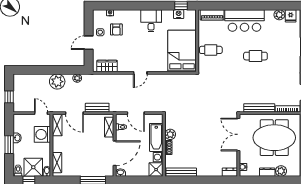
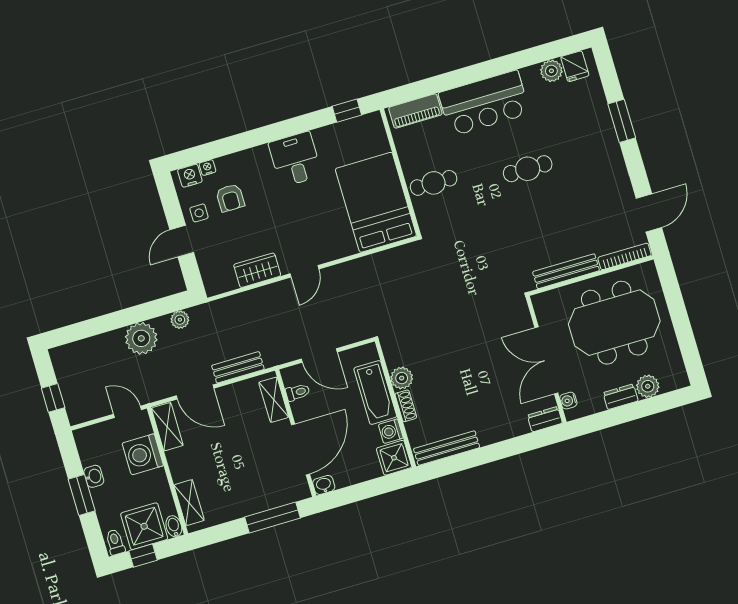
nightstand: (179, 14) -> (190, 176), moved
wardrobe: (107, 66) -> (257, 270), moved
double door: (238, 134) -> (546, 360), moved

